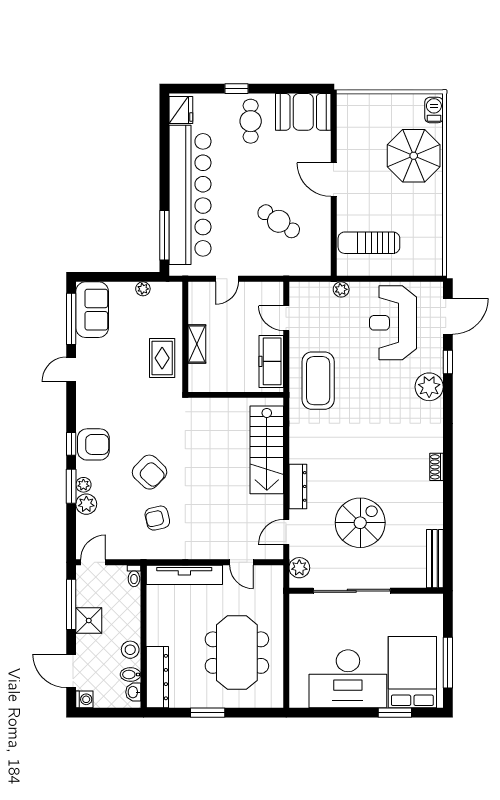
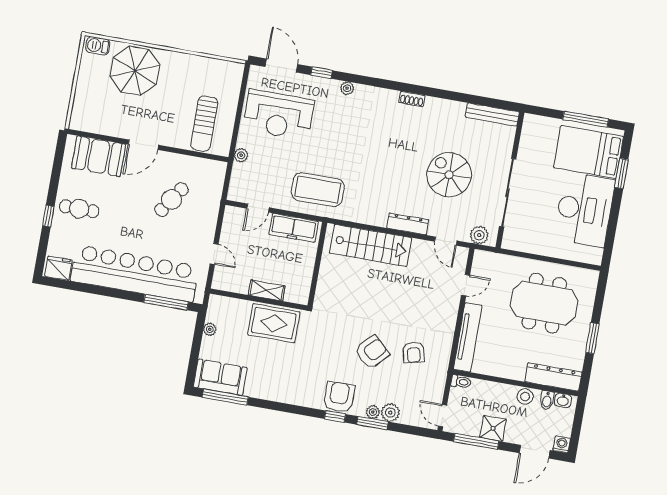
booth: (303, 112) -> (99, 156), moved, turned 90
rug: (162, 358) -> (274, 323), width x1.36, depth x1.43
door: (71, 369) -> (269, 405), removed
plant: (429, 387) -> (347, 88), width x0.53, depth x0.53

